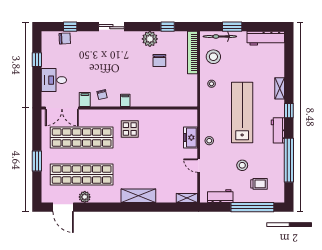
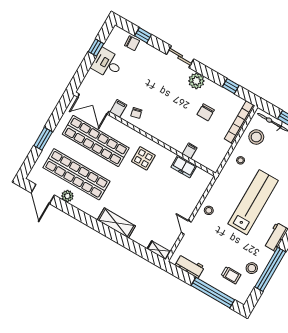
plant: (150, 39) -> (196, 81), moved
desk: (54, 80) -> (107, 64), moved
filing cabinet: (125, 100) -> (190, 151), moved
freezer: (190, 138) -> (184, 166), moved, turned -90
stool: (242, 165) -> (252, 268), moved

